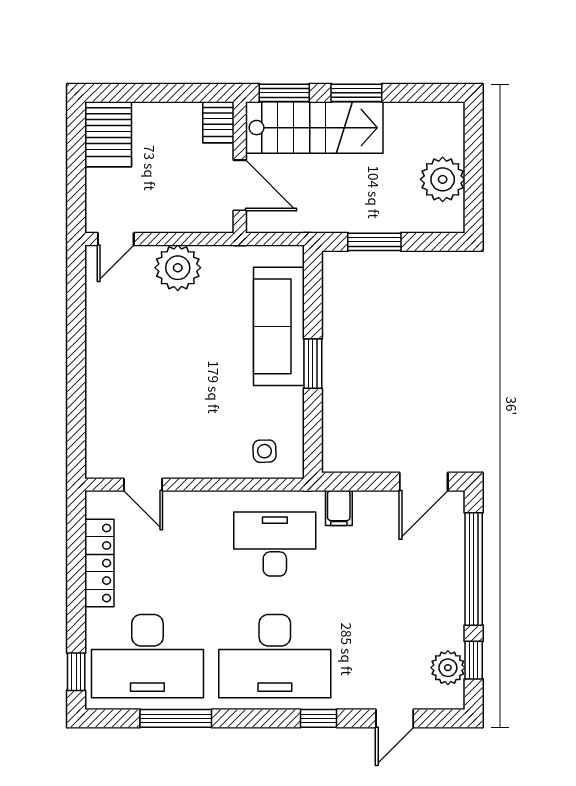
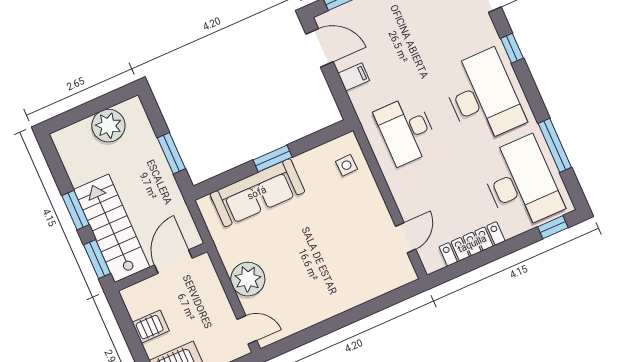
server rack: (218, 122) -> (151, 327), moved
filing cabinet: (339, 508) -> (354, 77), moved

